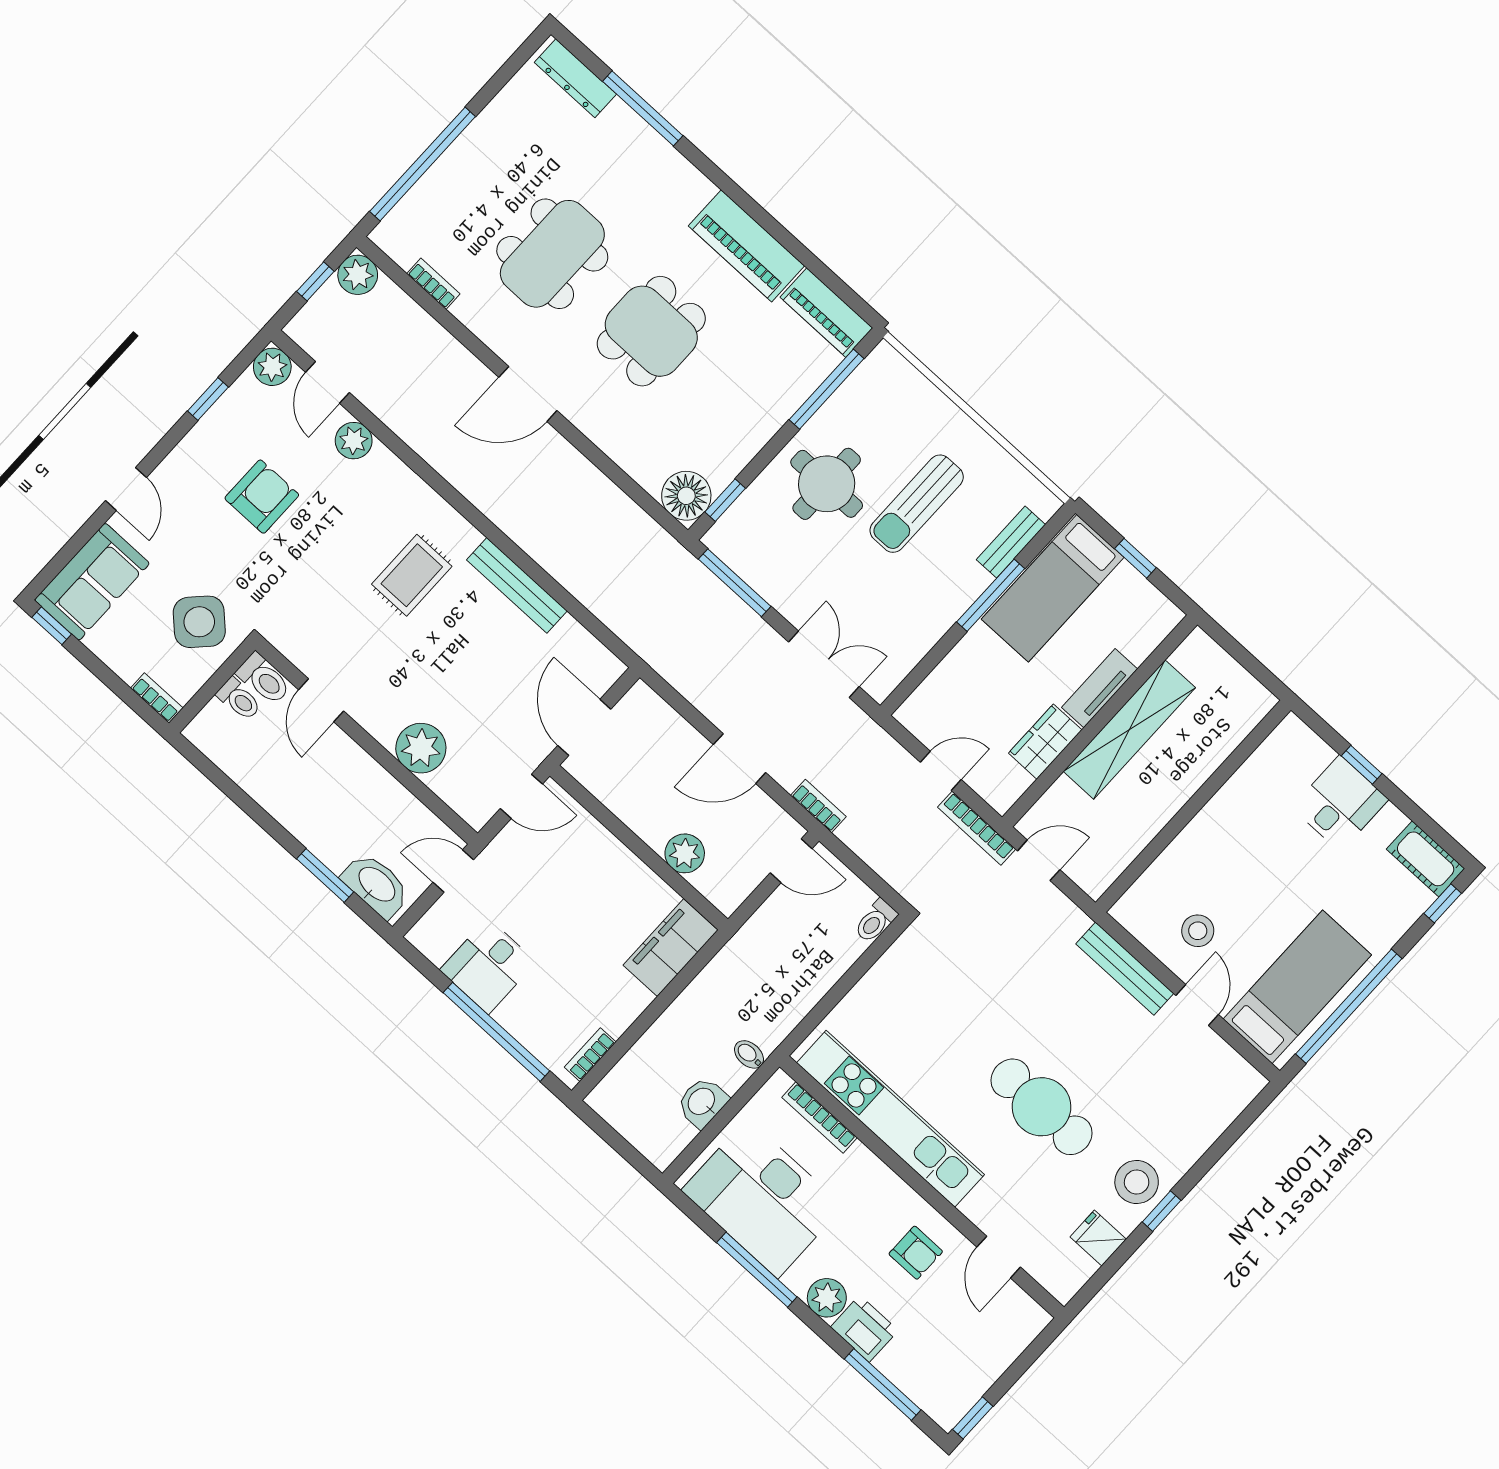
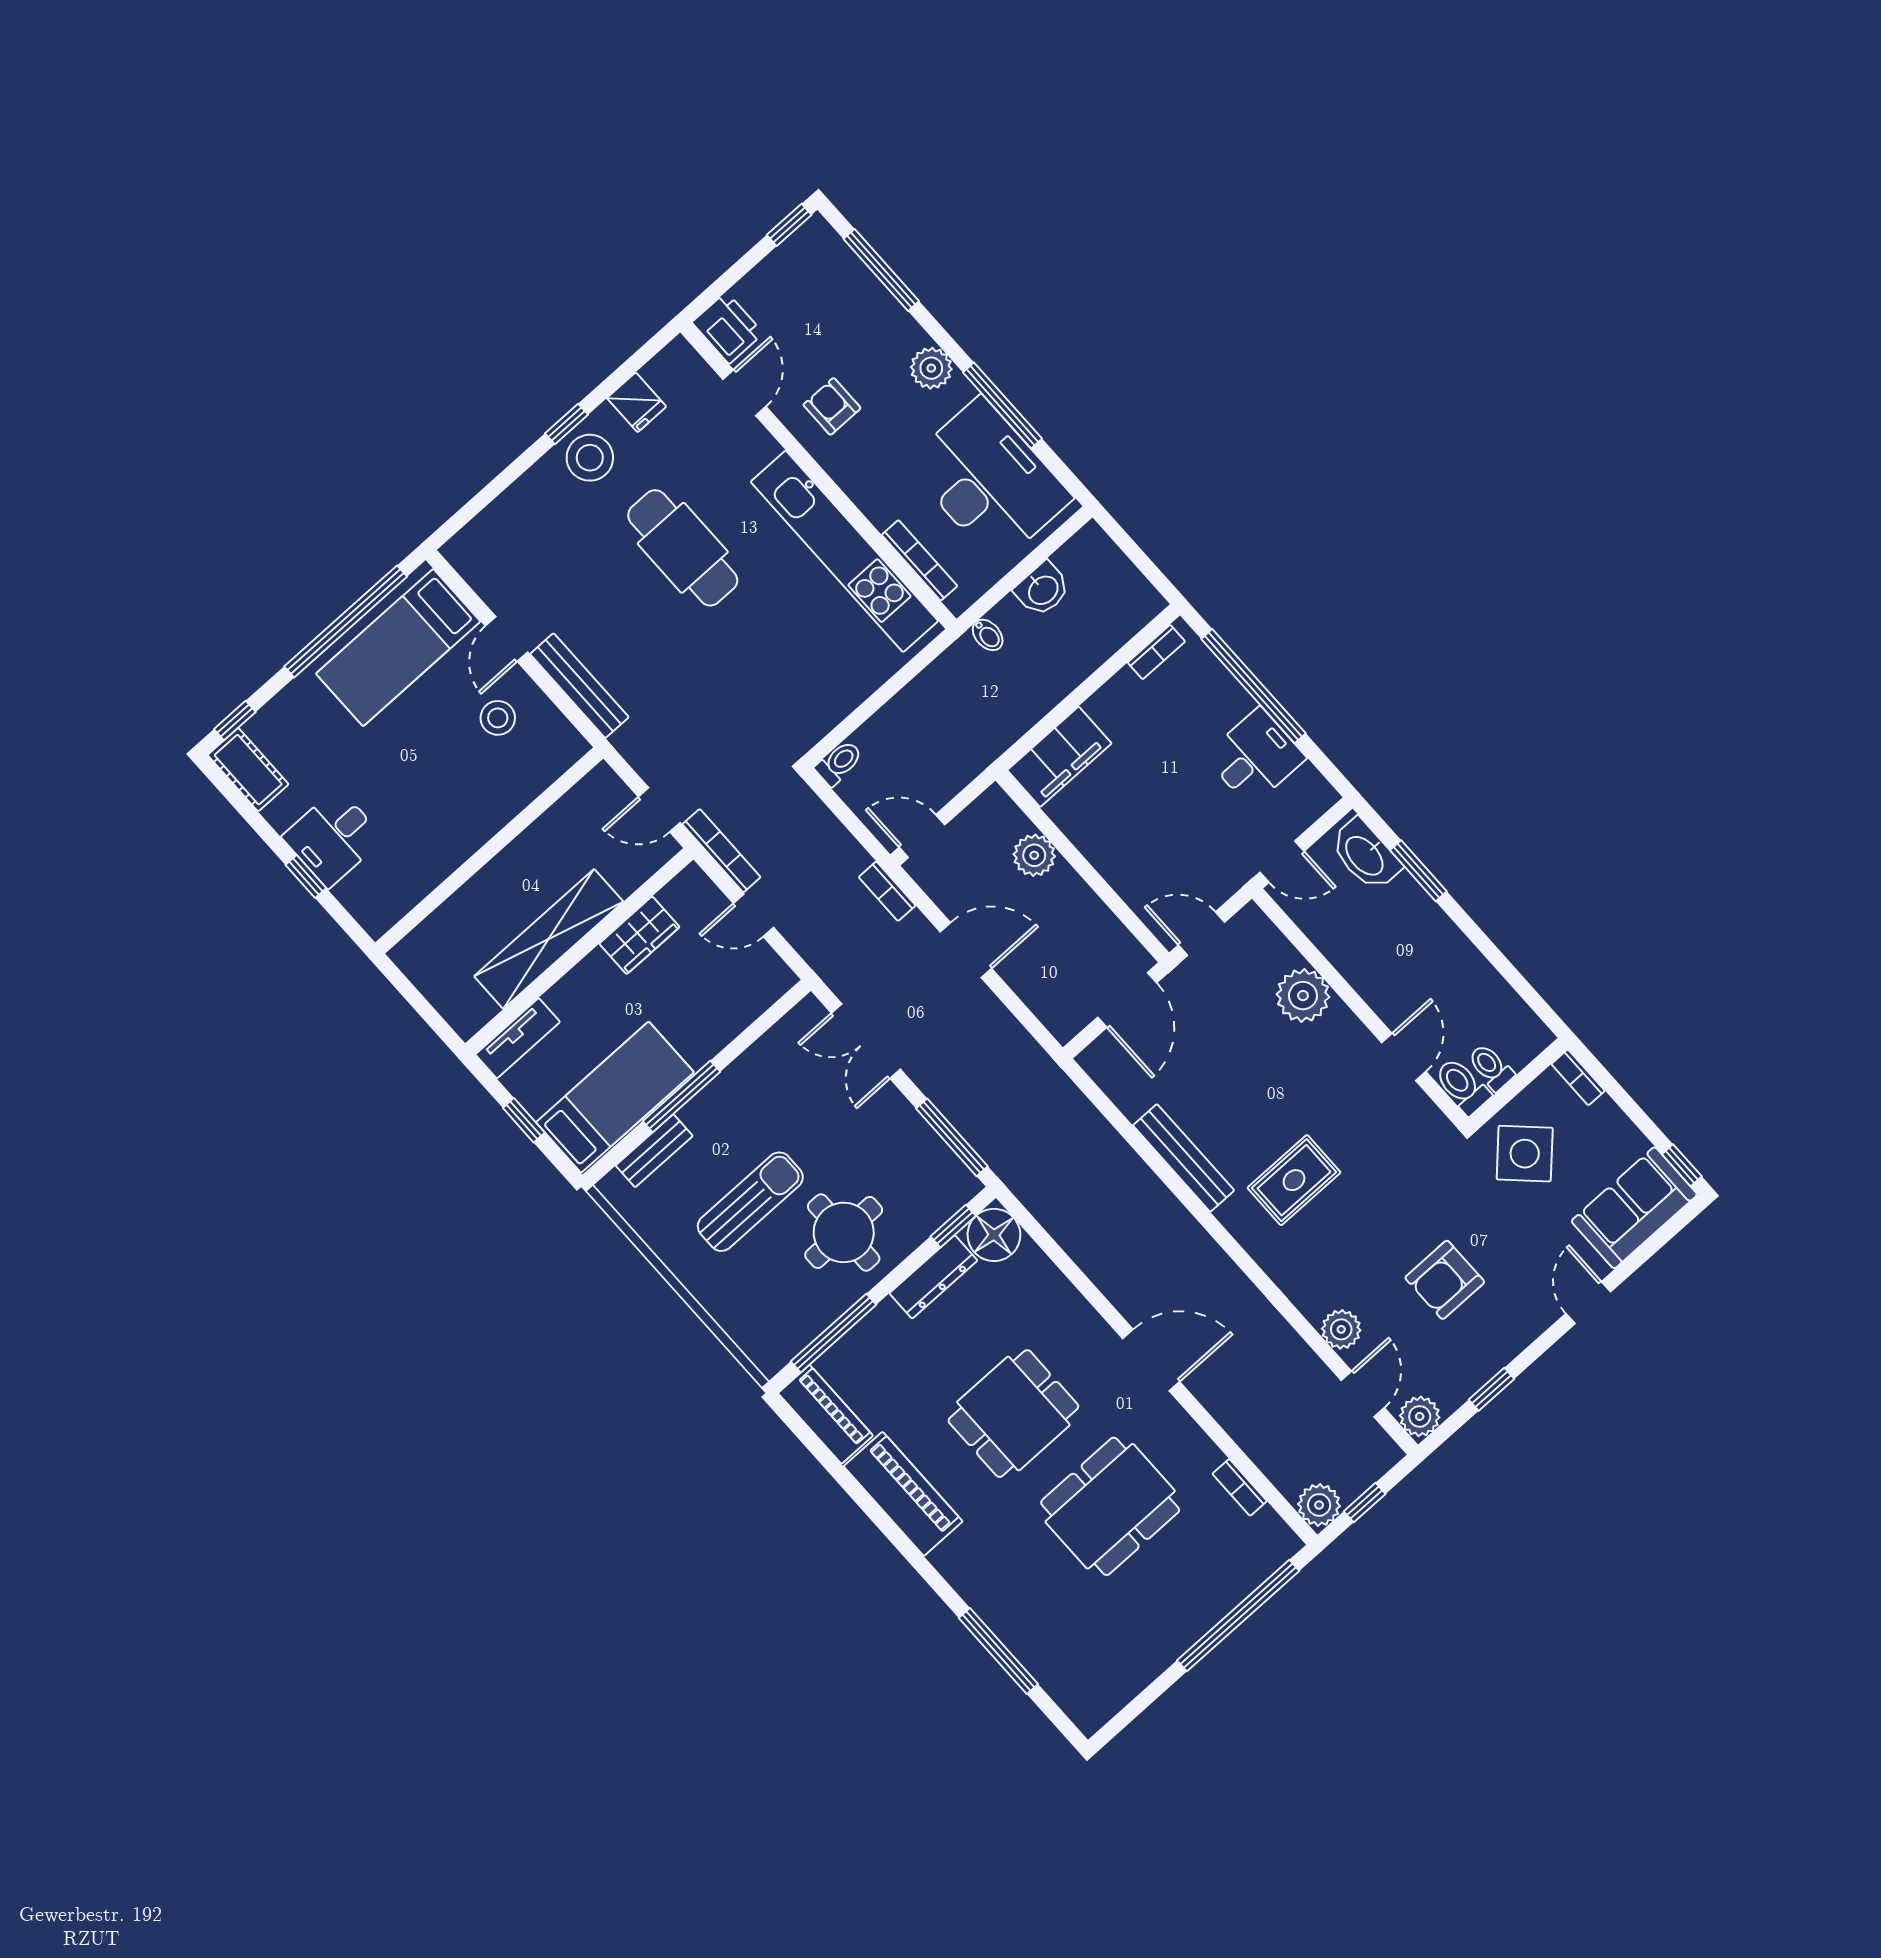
dresser: (575, 78) -> (933, 1277), moved, turned 90
tv unit: (1100, 688) -> (518, 1038), moved
printer: (864, 1329) -> (728, 328), moved, turned 180

